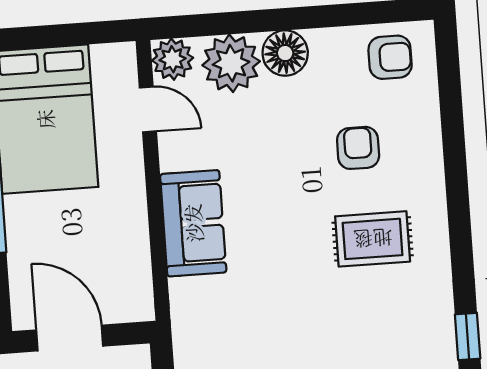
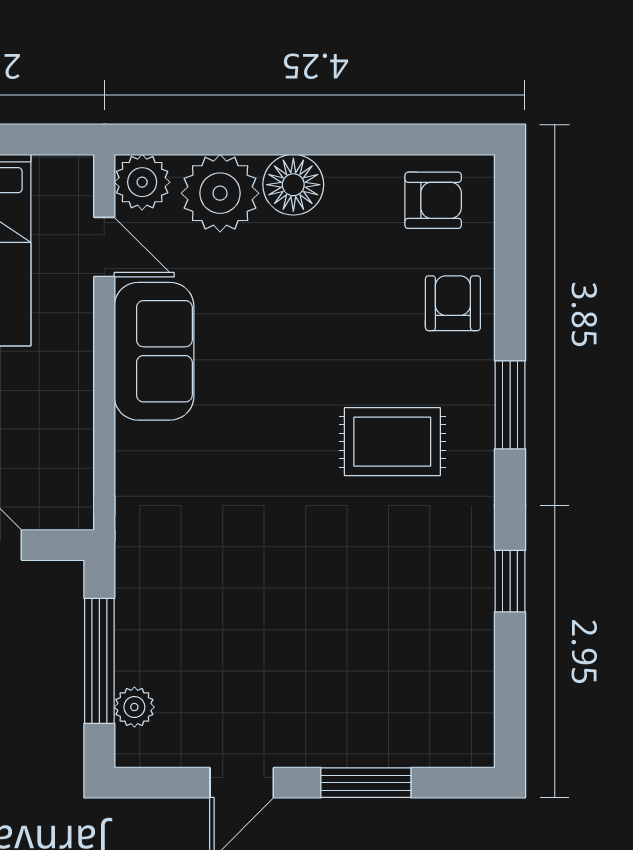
armchair: (358, 148) -> (453, 303), moved
window: (458, 205) -> (510, 405), added
sofa: (193, 223) -> (154, 351), moved

